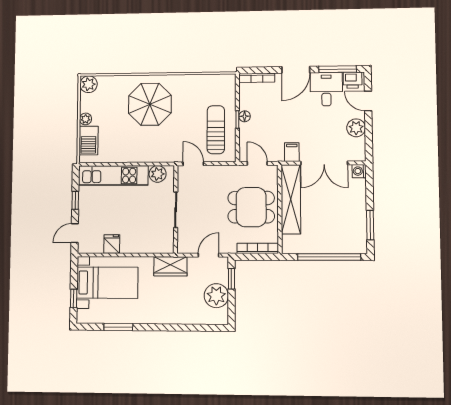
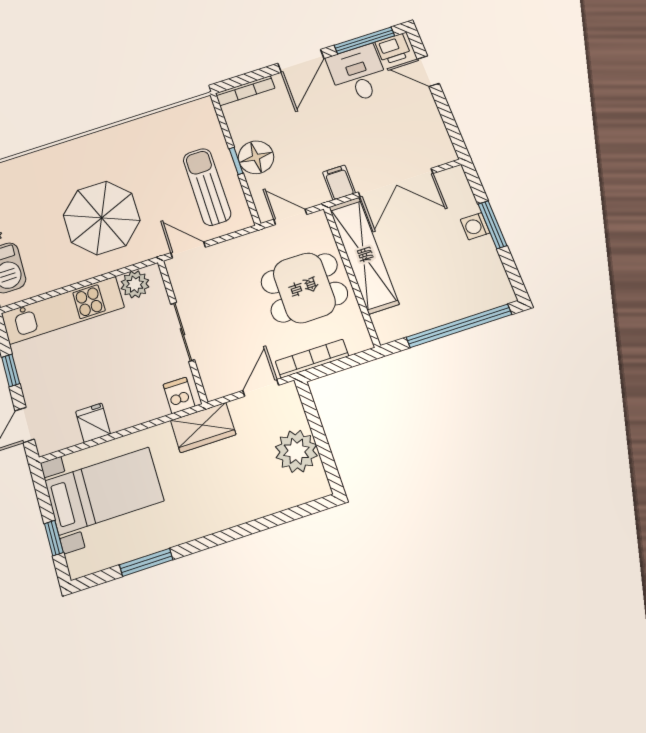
parasol: (150, 104) -> (102, 218), moved
floor lamp: (245, 116) -> (256, 157), width x1.89, depth x1.89
plant: (356, 128) -> (425, 115), removed
washing machine: (359, 171) -> (475, 226), moved
window: (370, 225) -> (492, 225), moved
dishwasher: (163, 245) -> (179, 395), added
bookcase: (258, 248) -> (312, 359), moved
window: (231, 279) -> (312, 414), removed

